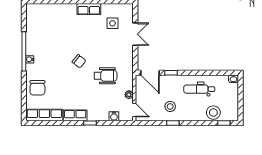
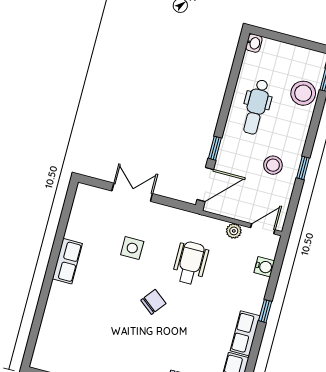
side table: (113, 23) -> (132, 248), moved

